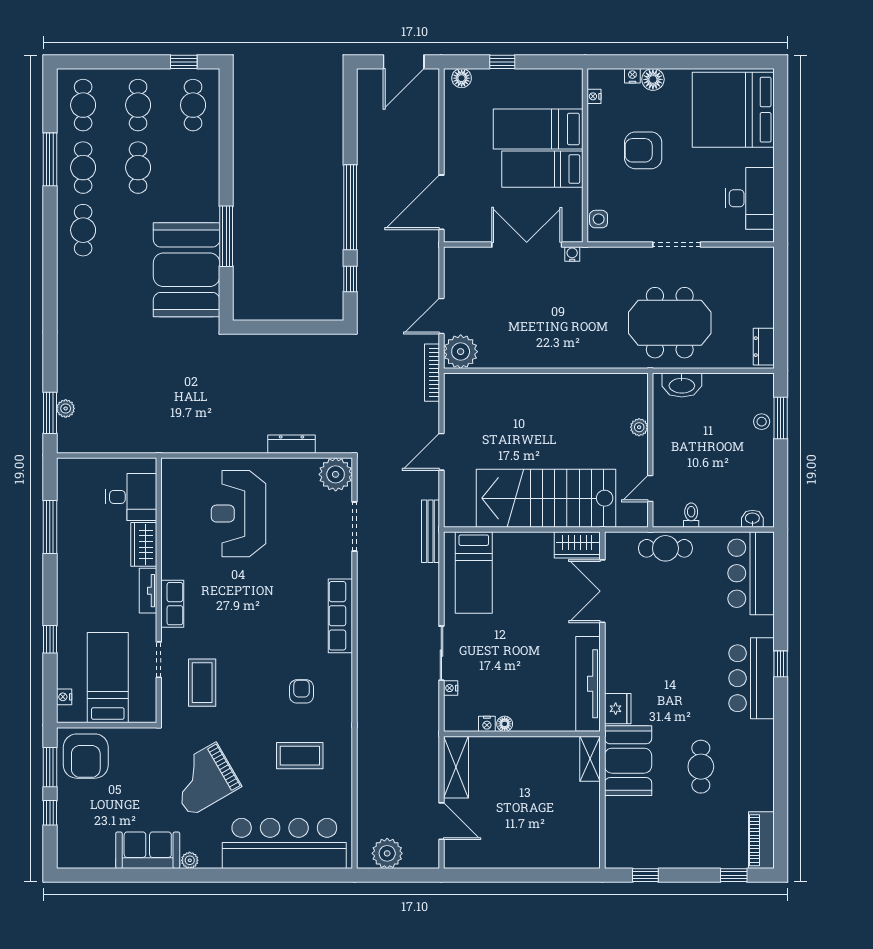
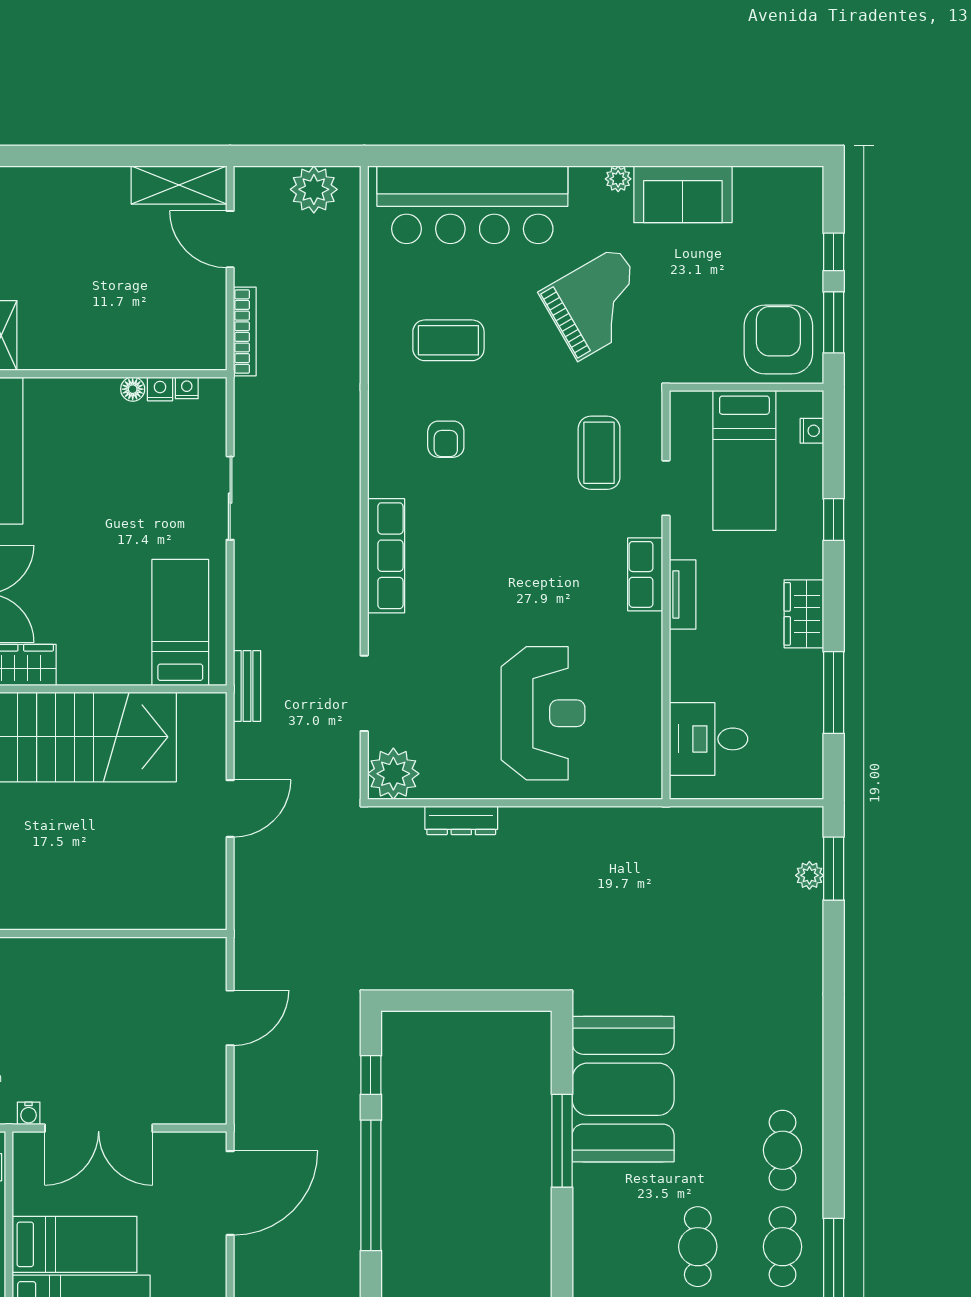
plant: (461, 352) -> (201, 963), removed
bookcase: (432, 373) -> (245, 332), moved
bench: (430, 531) -> (247, 686), width x0.73
wardrobe: (144, 544) -> (804, 614), moved, turned 180
nightstand: (451, 688) -> (187, 388), moved, turned -90
shelving: (456, 767) -> (179, 185), moved, turned 90

